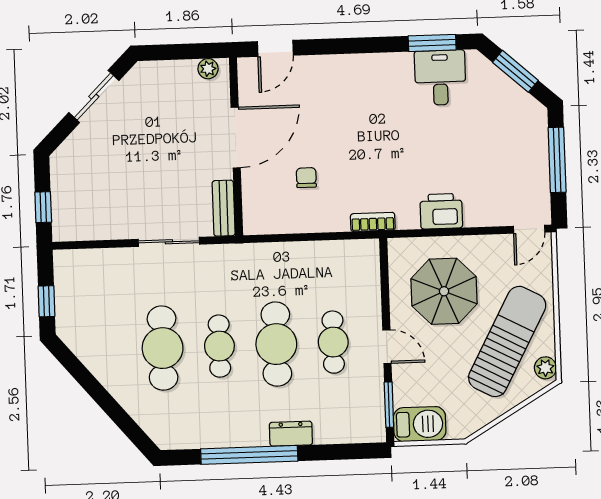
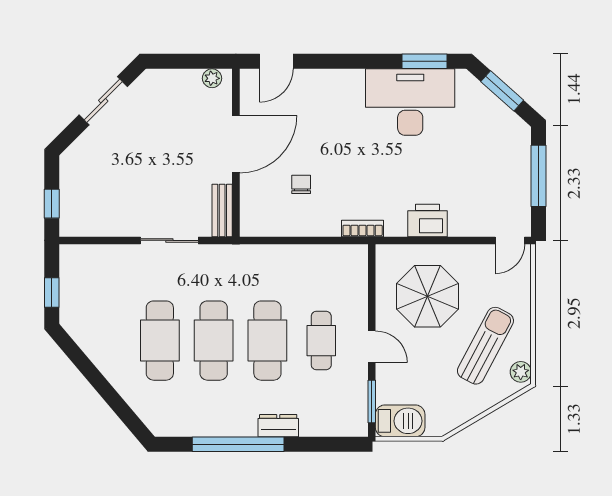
desk: (440, 78) -> (410, 102), width x1.87, depth x1.30
sun lounger: (507, 341) -> (485, 346), width x0.73, depth x0.75
cafe table: (219, 346) -> (214, 341), width x1.37, depth x1.35

